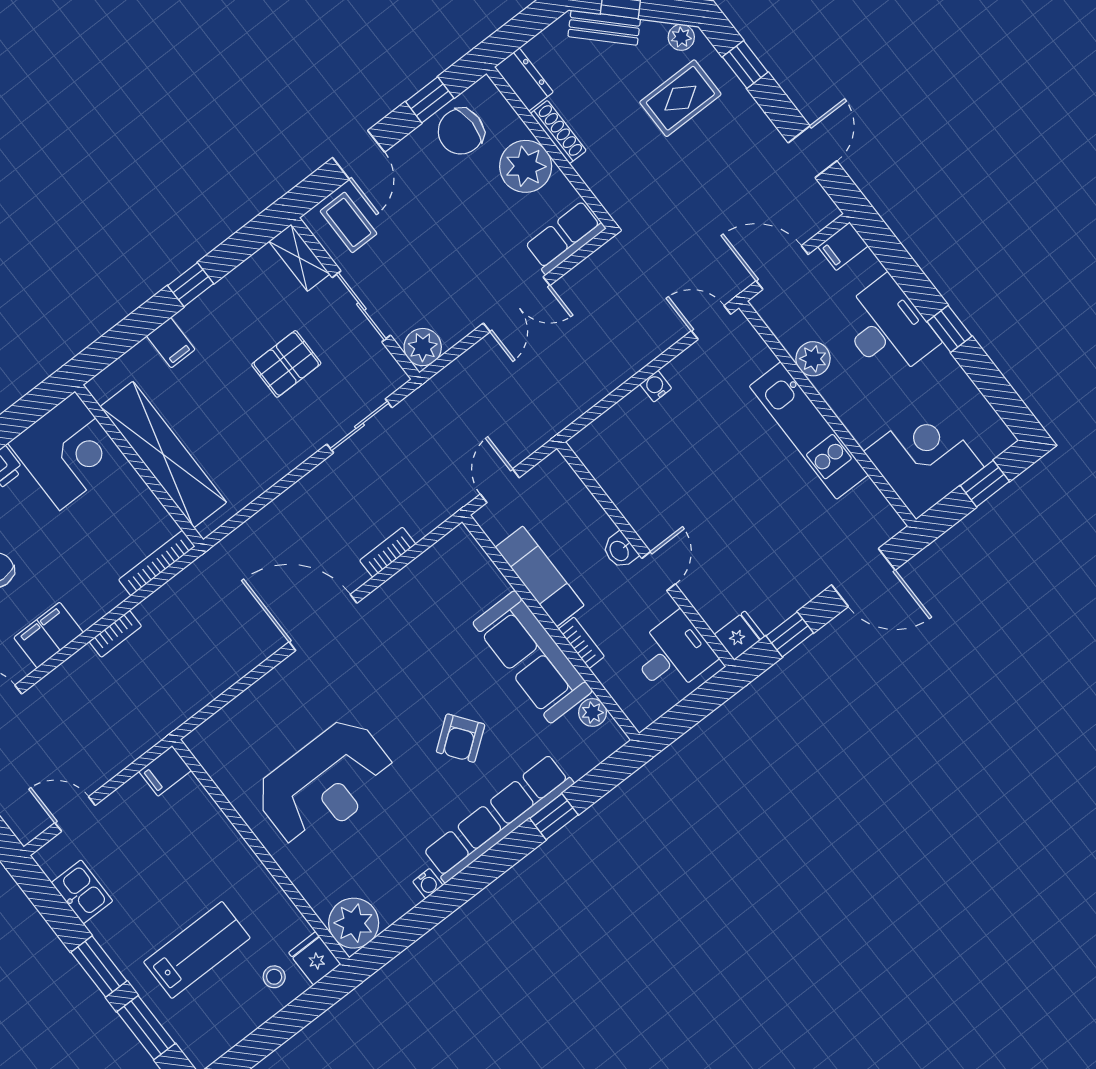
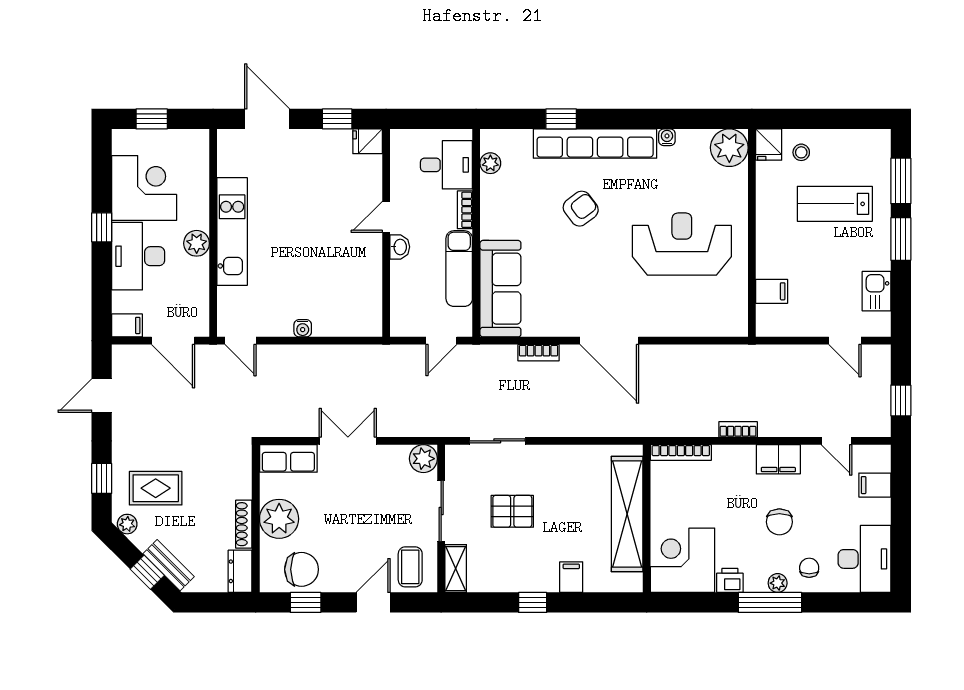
plant: (813, 359) -> (197, 243), moved
corner desk: (924, 459) -> (144, 188), moved, turned 180
desk: (673, 654) -> (446, 165), moved, turned 180
sofa: (533, 657) -> (500, 289), moved
filing cabinet: (165, 771) -> (772, 291), moved

